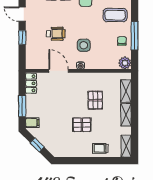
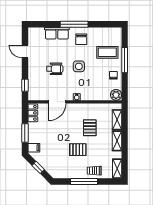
window: (135, 36) -> (125, 60), moved
window: (22, 38) -> (25, 85), moved
side table: (84, 45) -> (79, 66), moved
door: (59, 71) -> (57, 102), swing flipped
window: (89, 161) -> (84, 182), added

